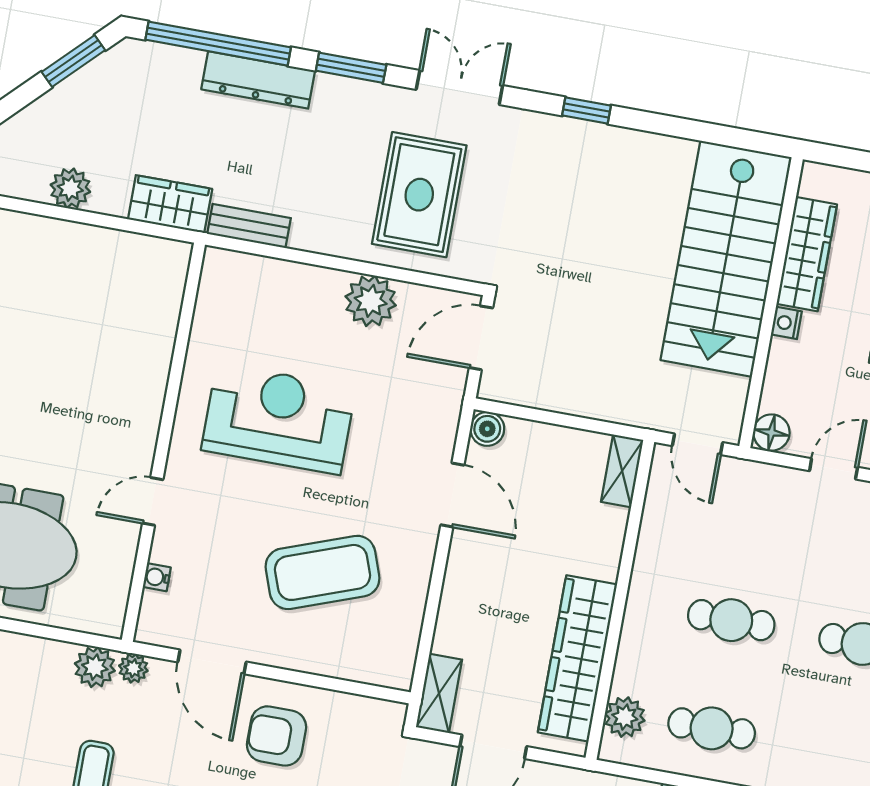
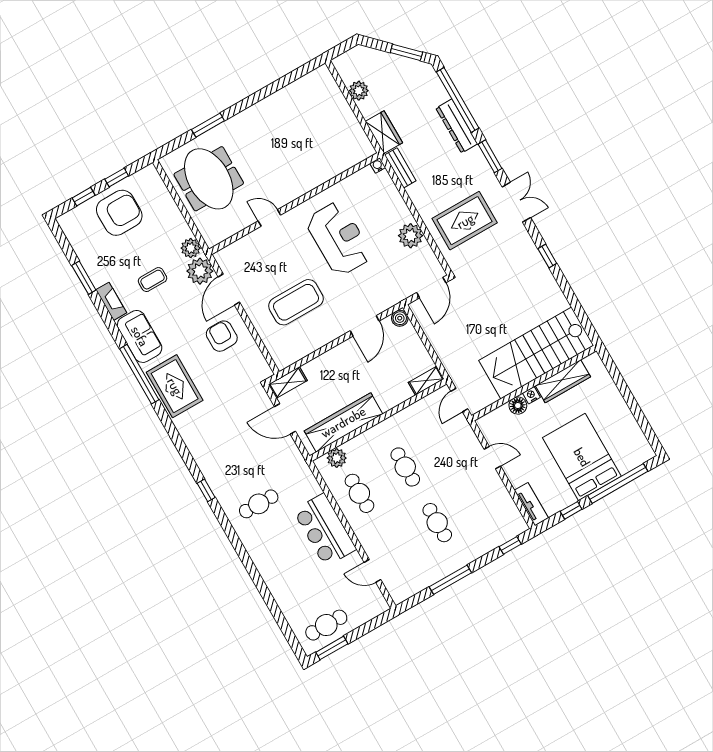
door: (481, 338) -> (431, 288), swing flipped
floor lamp: (771, 433) -> (518, 406), moved
coffee table: (323, 572) -> (296, 302), turned -70
water cooler: (157, 577) -> (378, 165), moved
plant: (133, 668) -> (200, 271), width x1.88, depth x1.88

